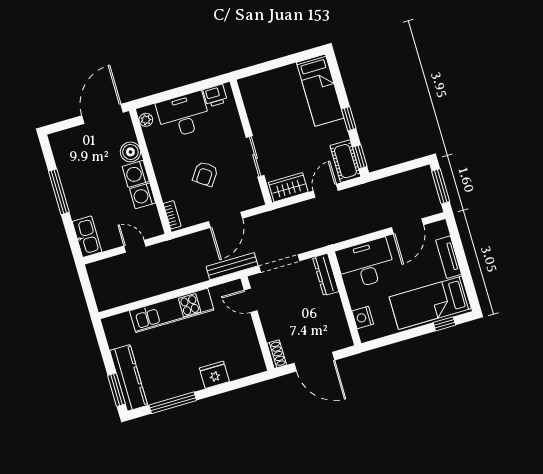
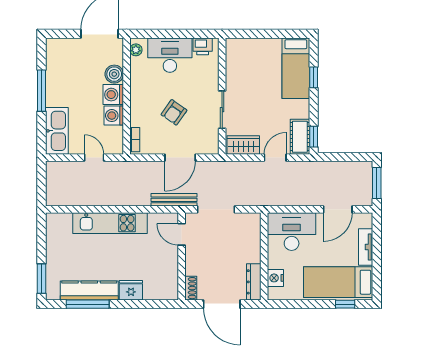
window: (349, 119) -> (314, 77), moved
kitchen sink: (87, 237) -> (57, 131), width x1.36, depth x1.24
dresser: (326, 275) -> (254, 282), moved
kitchen counter: (129, 378) -> (89, 291), moved, turned -90

